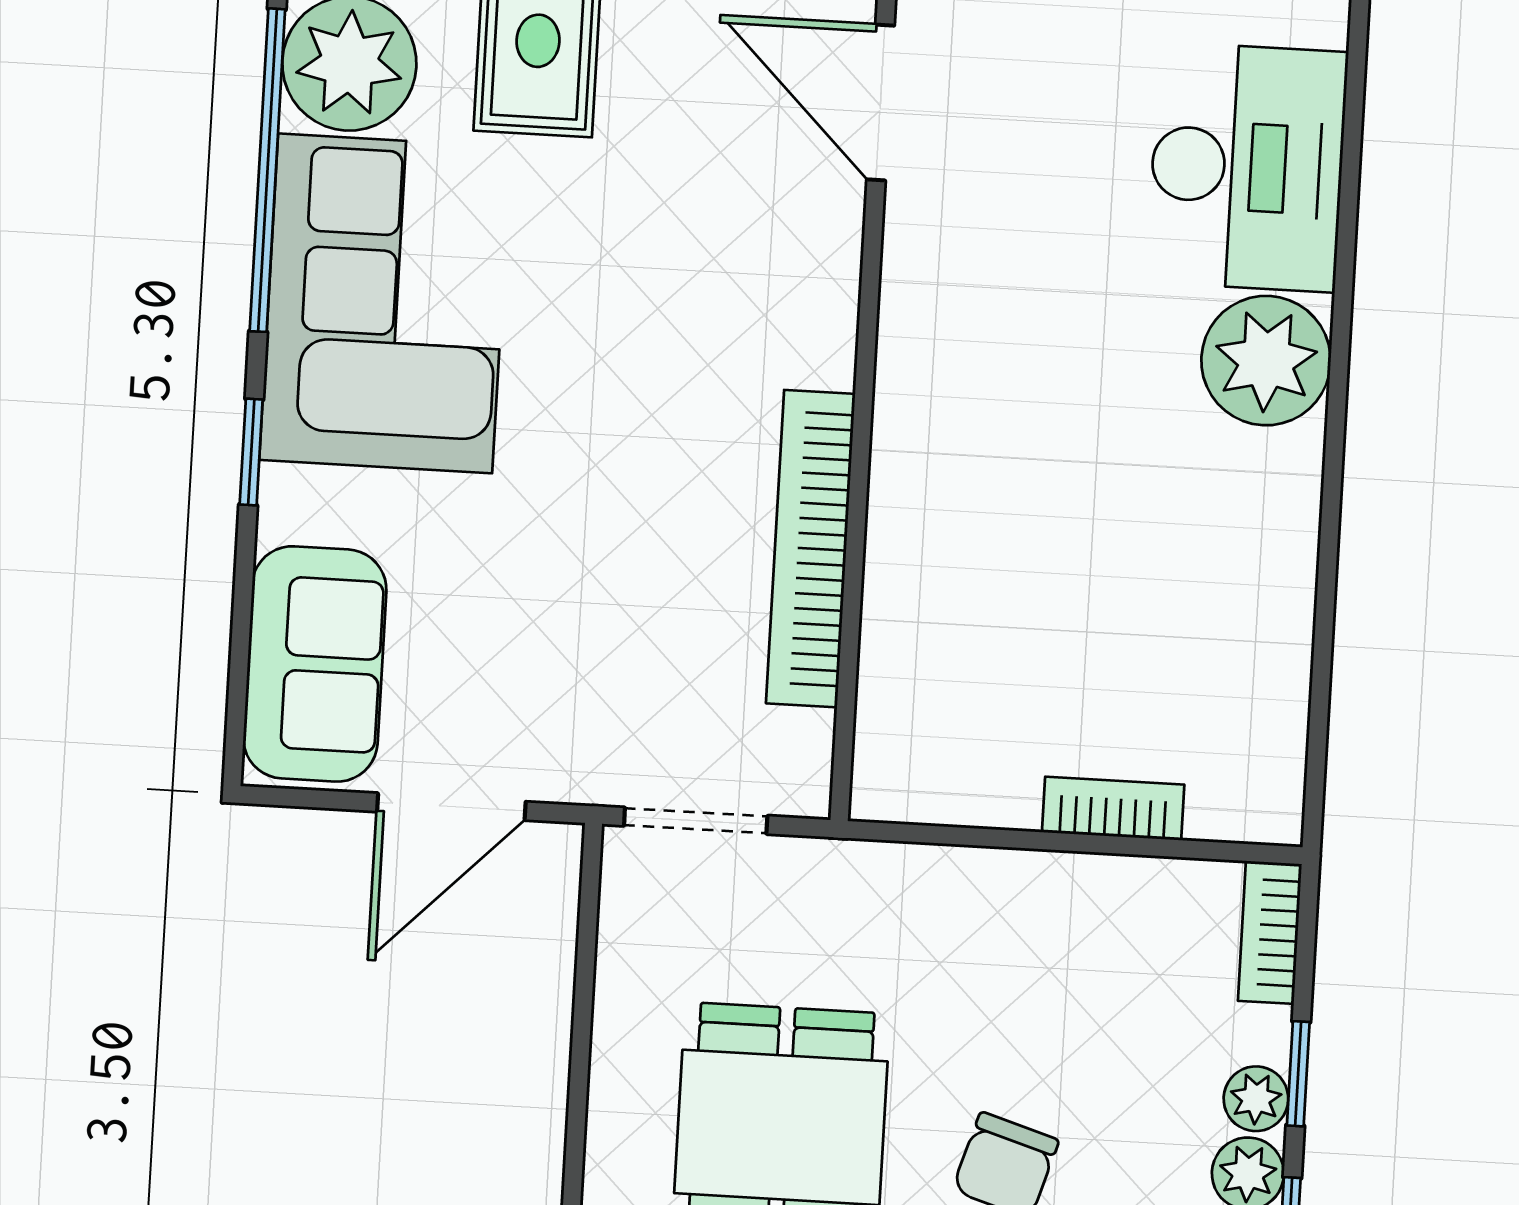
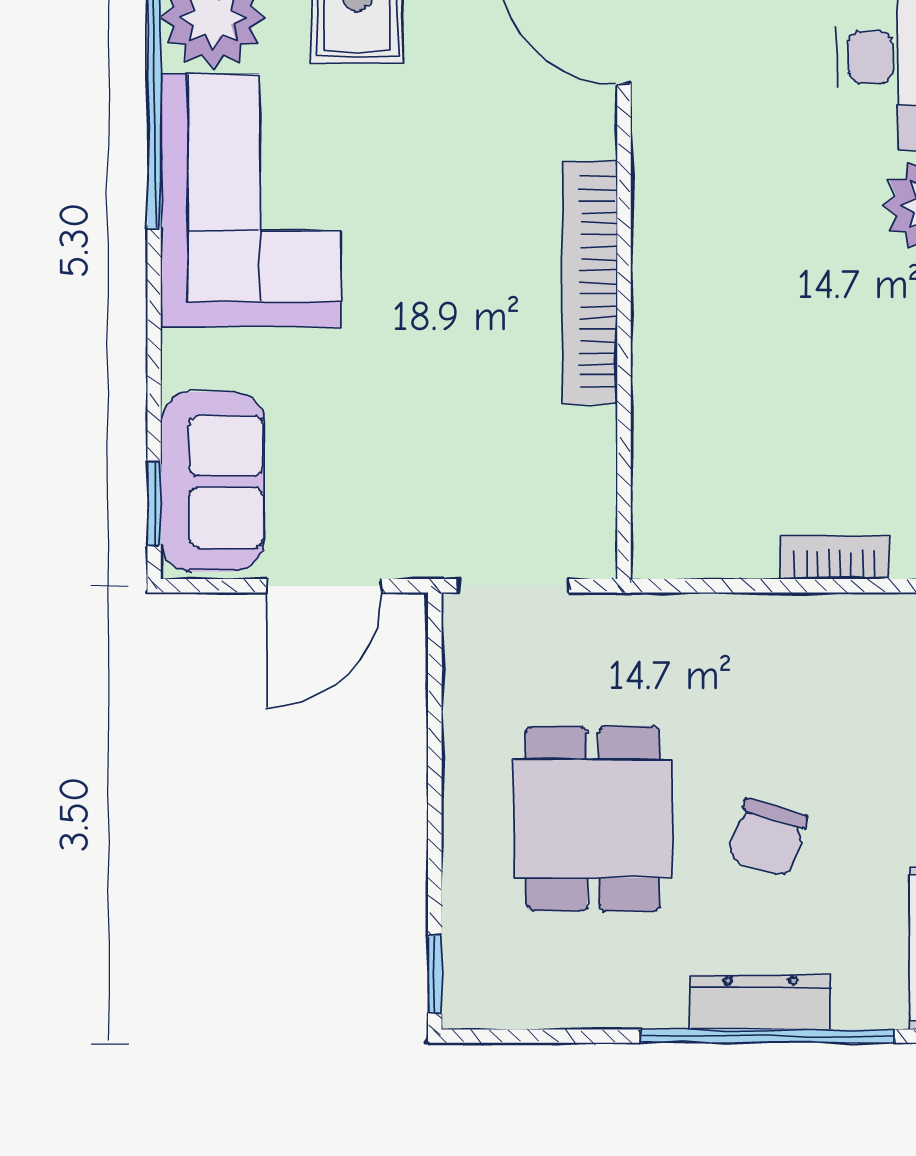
window: (251, 452) -> (154, 504), moved
bookcase: (811, 549) -> (590, 283), moved

